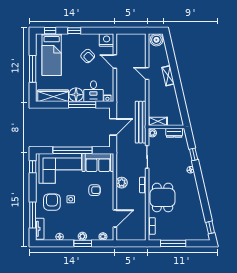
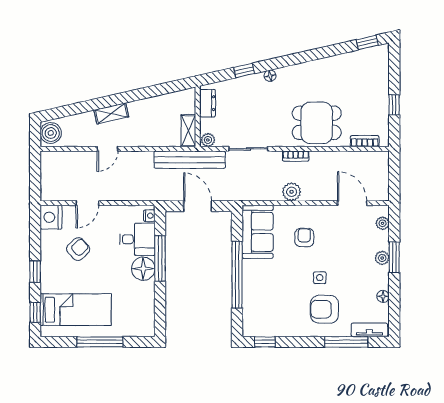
wardrobe: (53, 96) -> (145, 307), removed
corner sofa: (60, 168) -> (268, 295), removed
window: (173, 243) -> (394, 105), width x0.46

